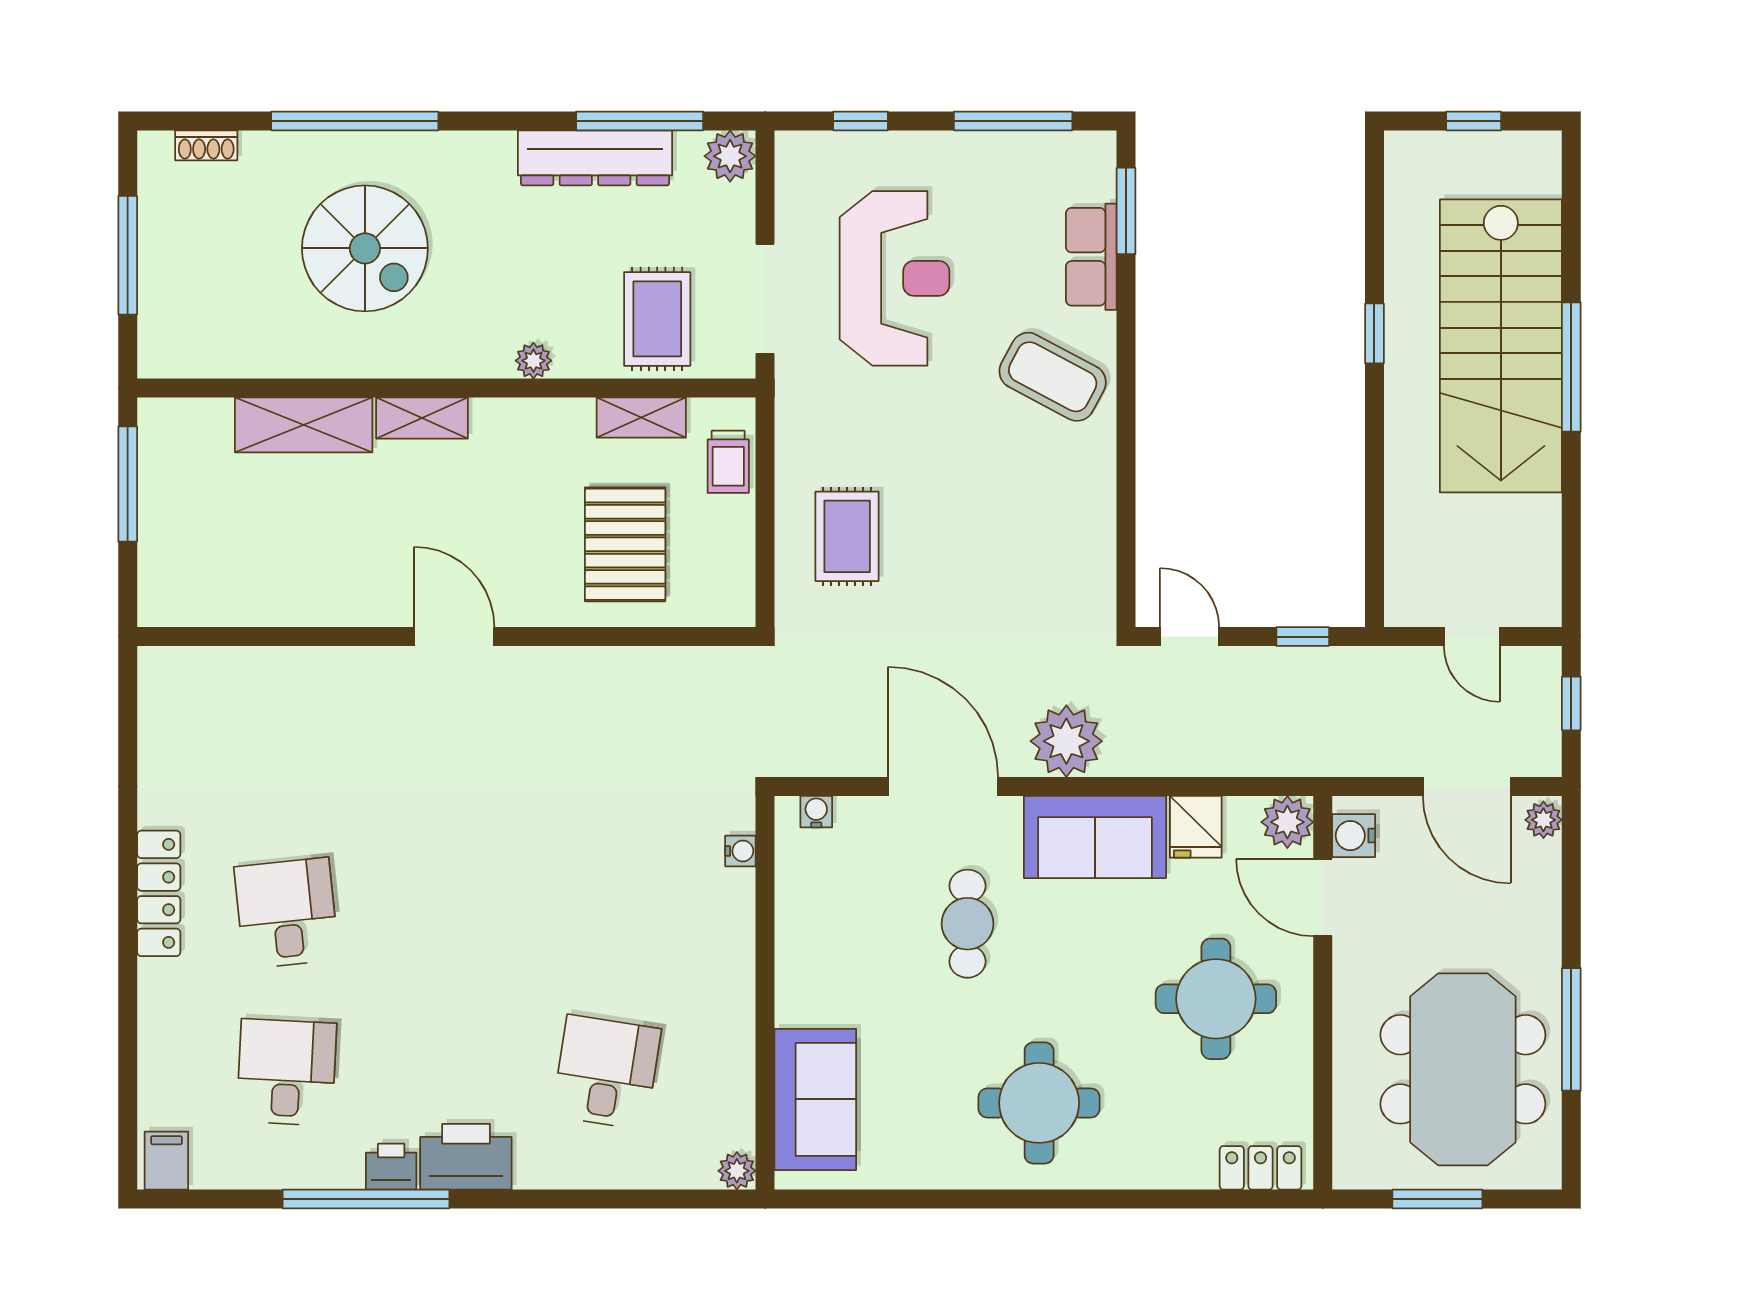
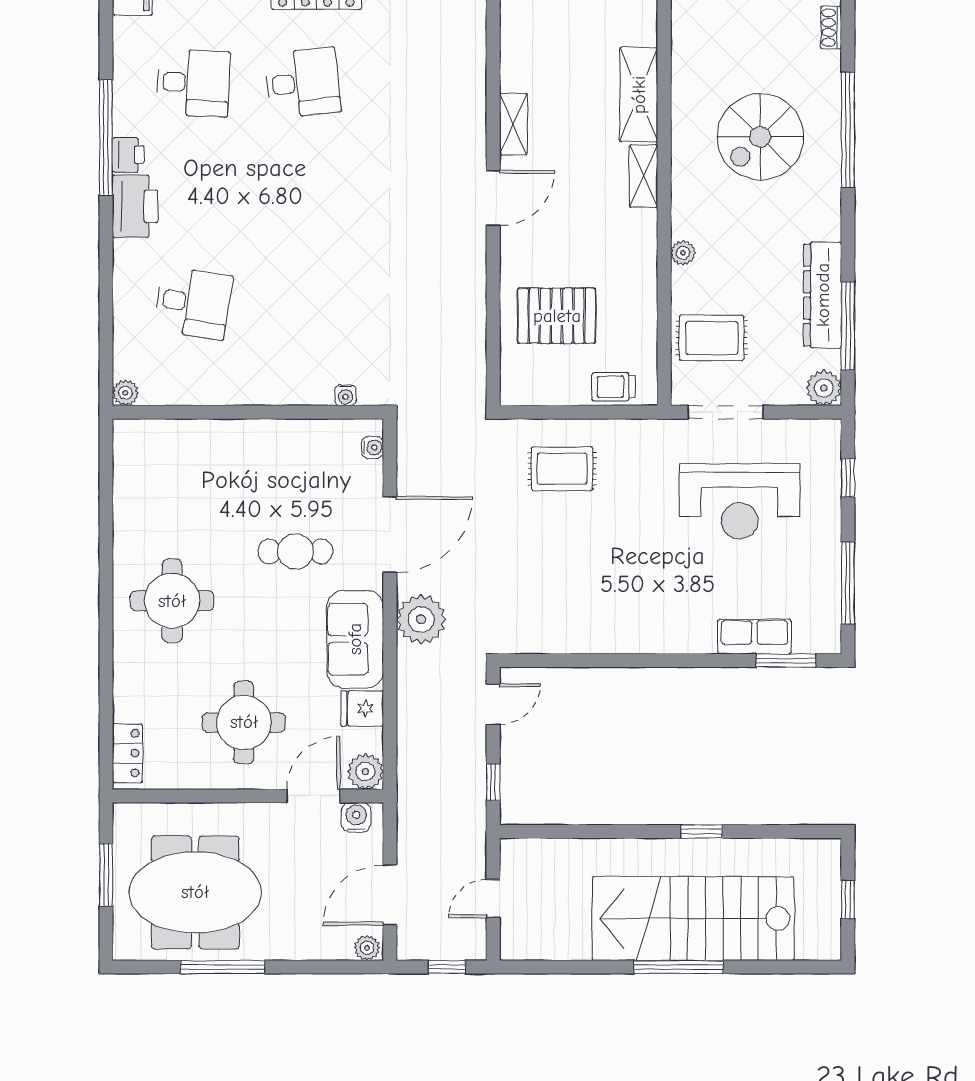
coffee table: (1053, 377) -> (672, 610), removed
shelving: (641, 418) -> (513, 124), moved
sofa: (815, 1099) -> (175, 447), removed

